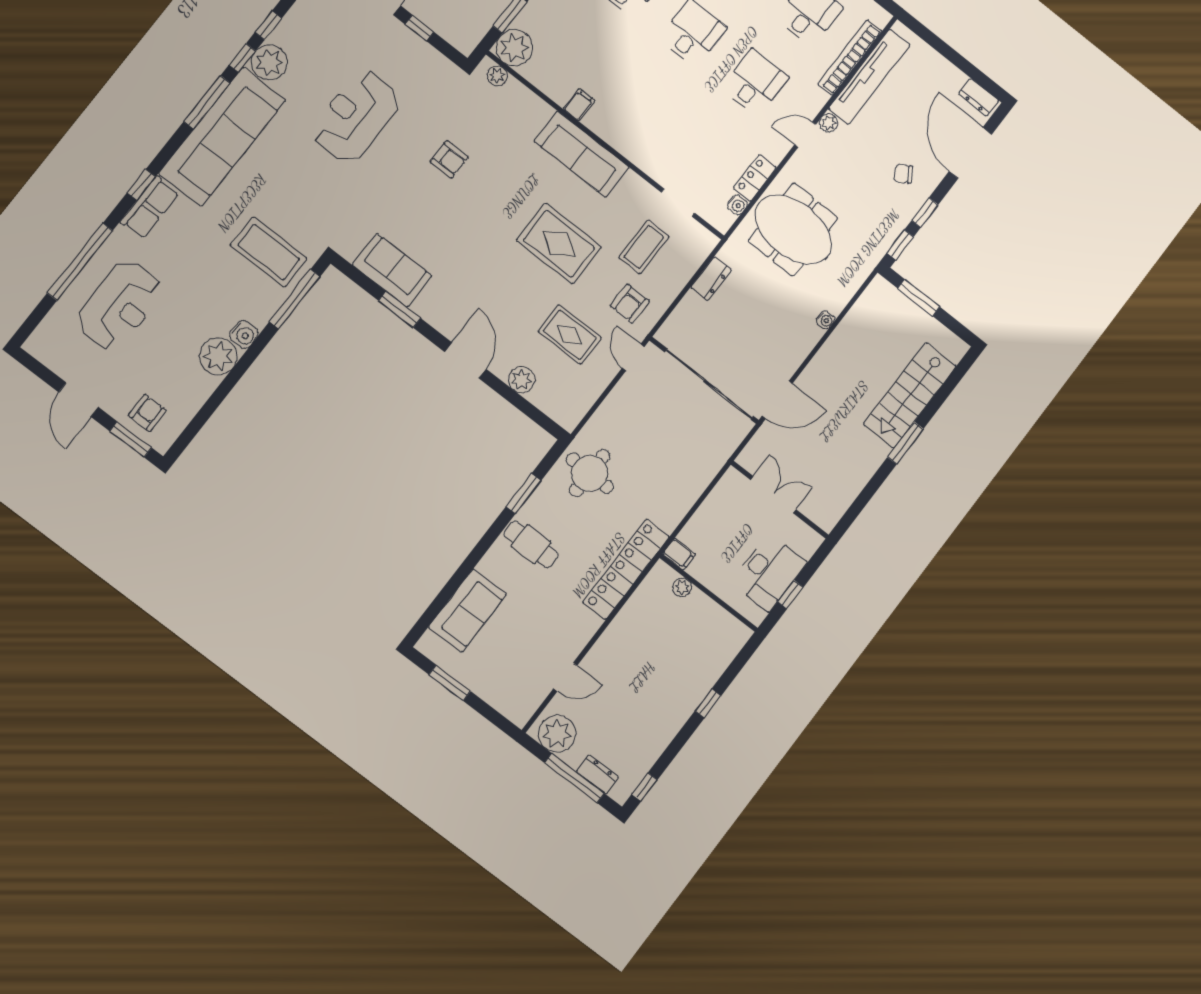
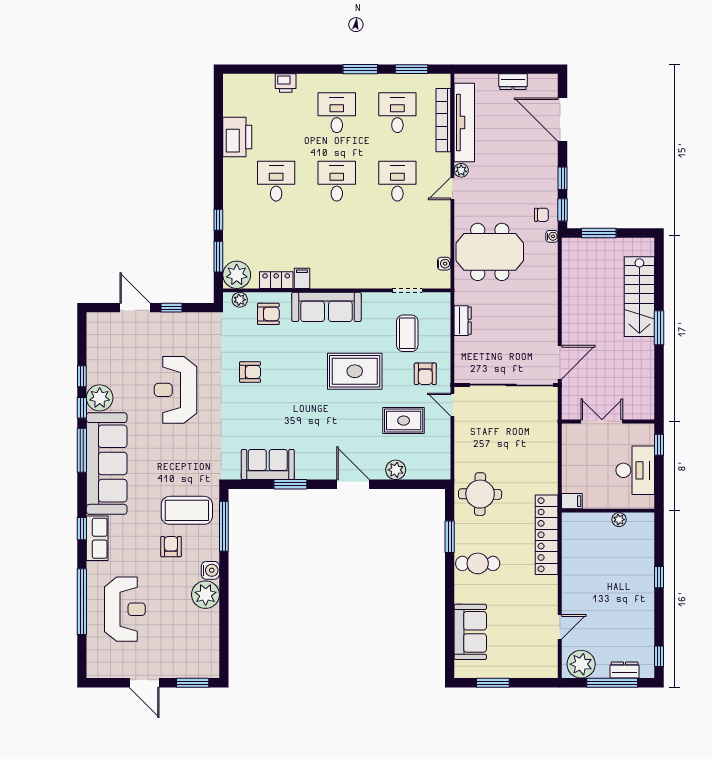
dresser: (979, 97) -> (513, 82), moved
armchair: (516, 114) -> (268, 314), added
chair: (903, 174) -> (541, 215), moved, turned -148
locker: (755, 178) -> (276, 280), moved, turned 90
water cooler: (826, 320) -> (552, 236), moved
armchair: (147, 413) -> (171, 547), moved
plant: (682, 587) -> (619, 520), moved
window: (790, 595) -> (659, 445), moved

